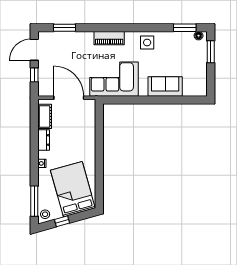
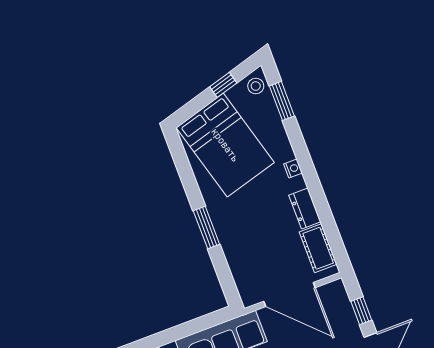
window: (99, 150) -> (206, 228), added
window: (34, 201) -> (282, 101), width x0.69

